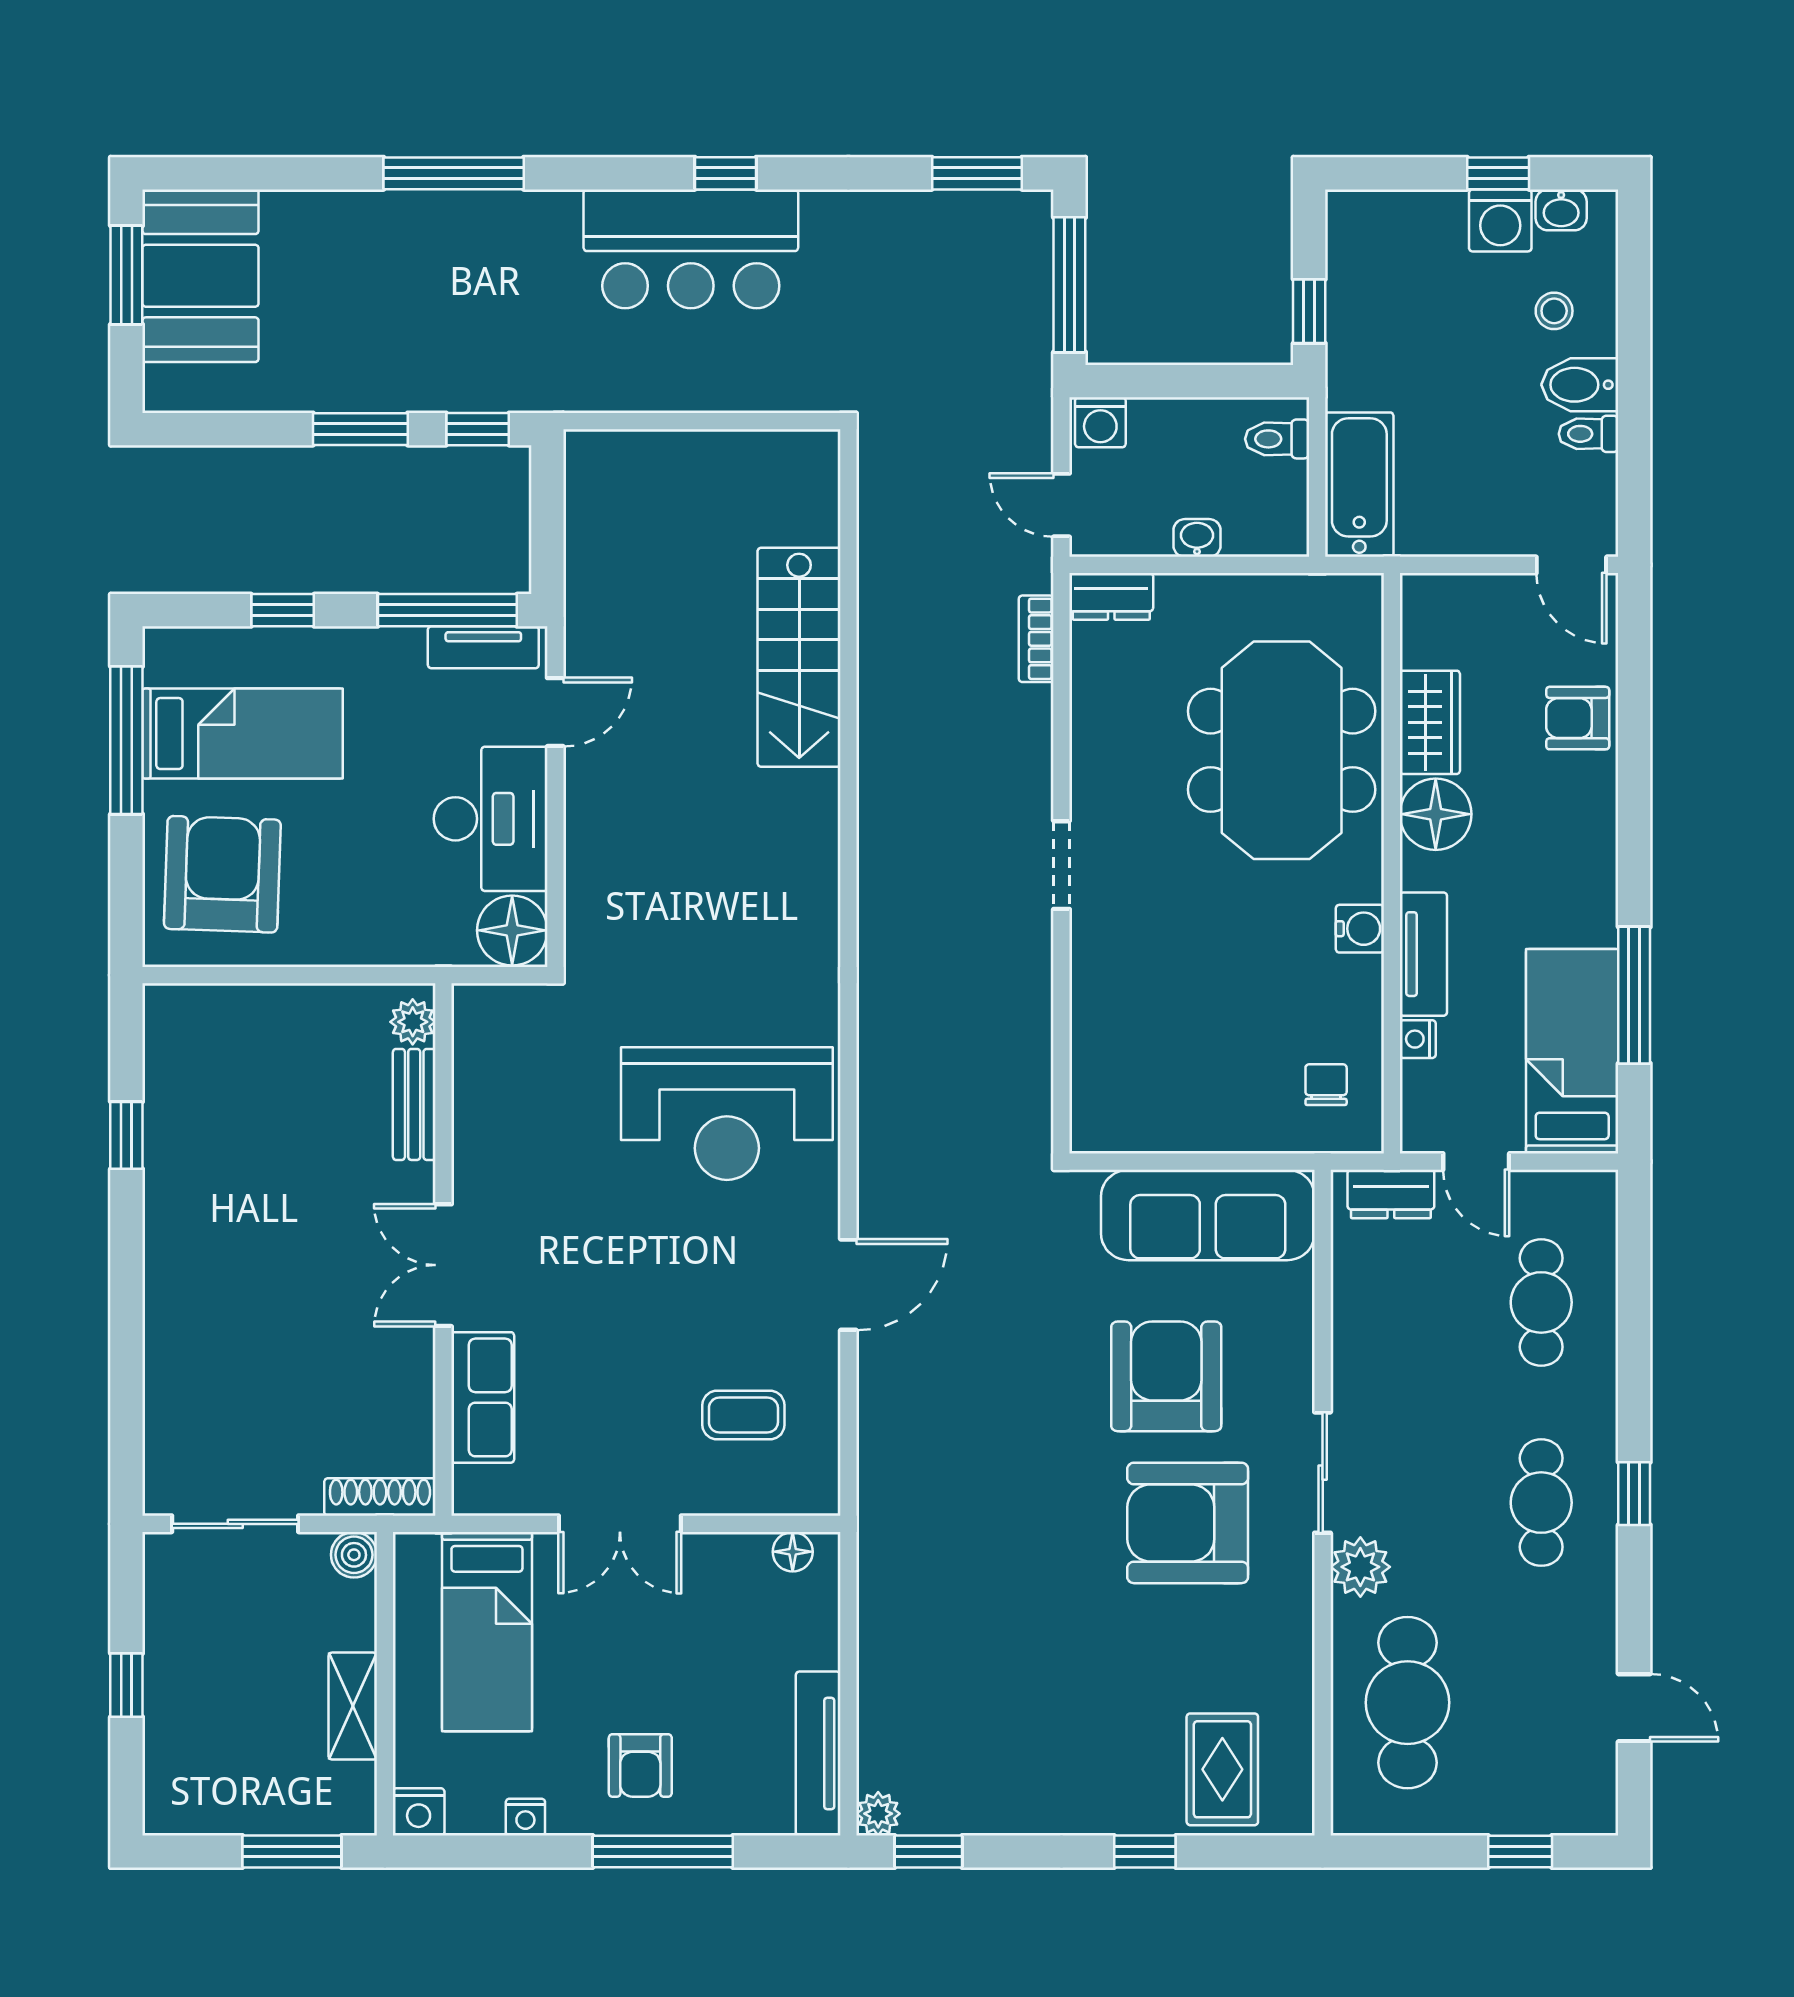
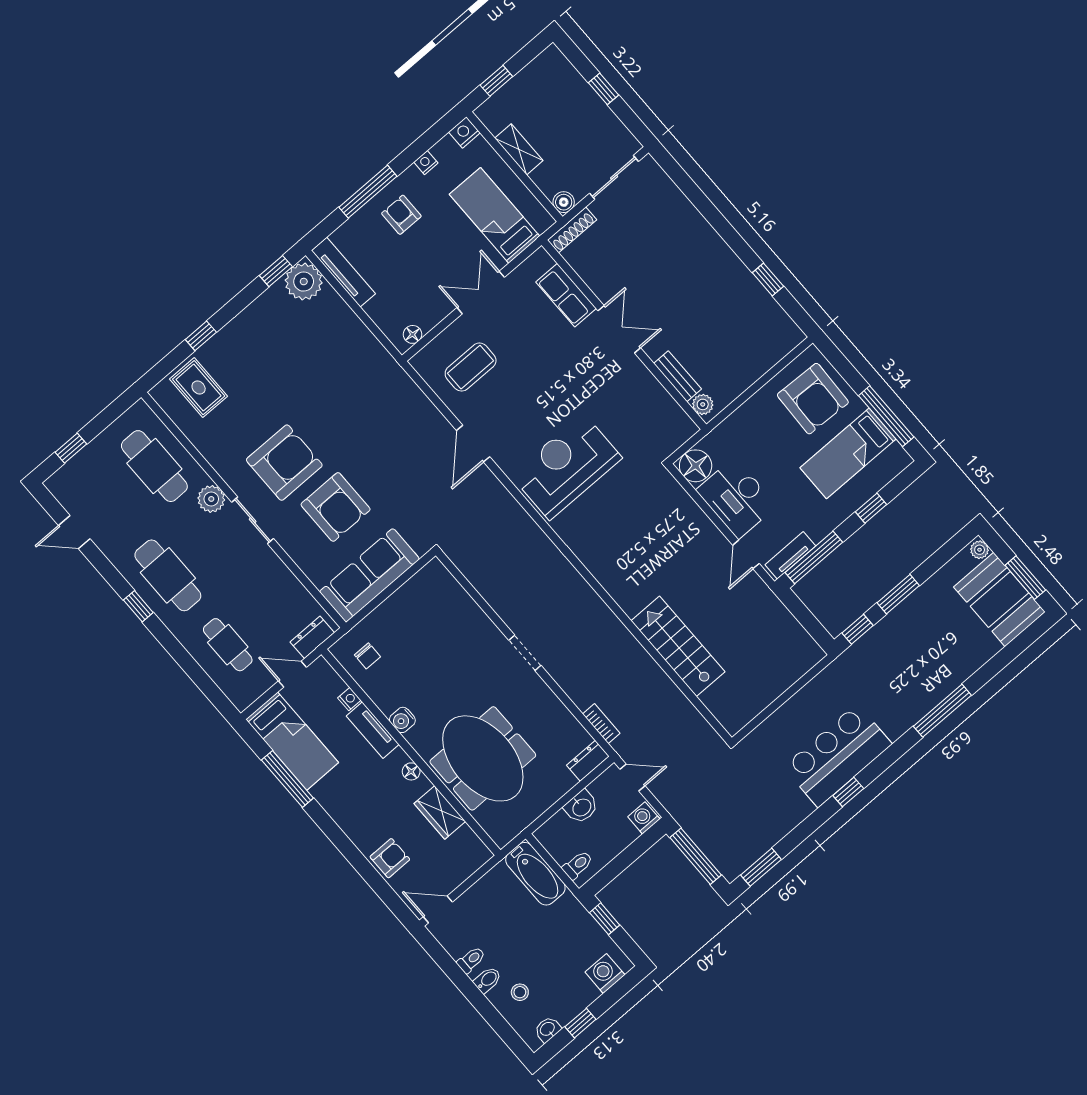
washing machine: (1500, 220) -> (605, 973), moved
bidet: (1580, 385) -> (488, 980), width x0.72, depth x0.74
plant: (162, 386) -> (980, 550), added
washbasin: (1197, 538) -> (581, 807), width x1.38, depth x1.45
floor lamp: (1436, 814) -> (411, 771), width x0.53, depth x0.53
coffee table: (743, 1415) -> (471, 367), width x1.36, depth x1.30
cafe table: (1541, 1503) -> (168, 575), width x1.37, depth x1.35
plant: (878, 1814) -> (304, 282), width x1.87, depth x1.87
window: (292, 1852) -> (496, 81), width x0.67

